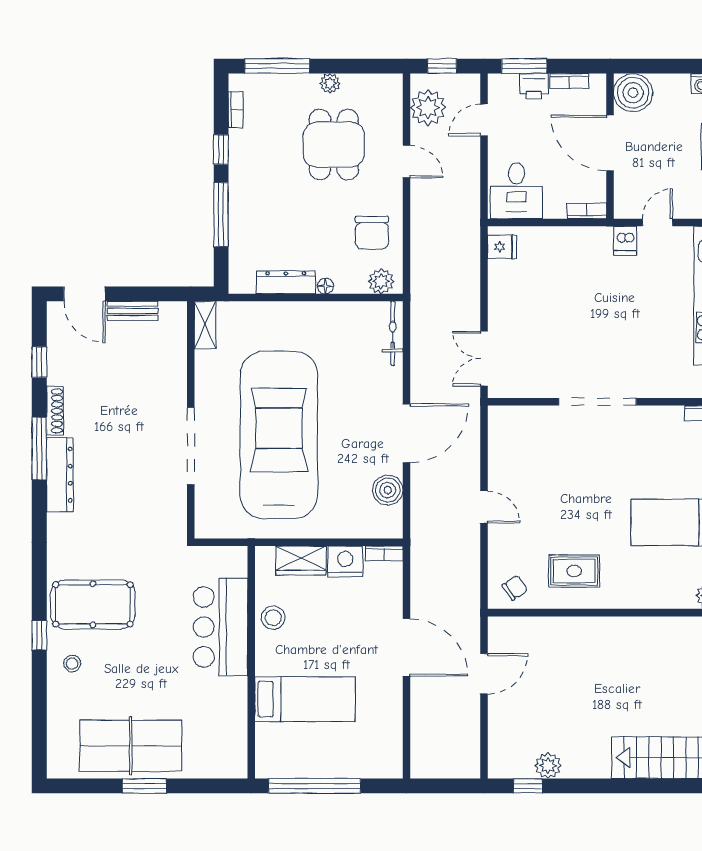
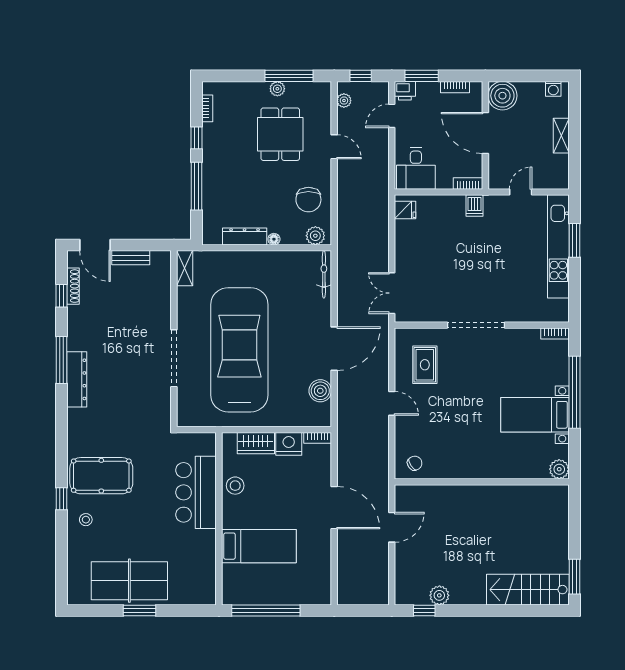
window: (277, 66) -> (289, 76), moved
printer: (534, 86) -> (405, 91), moved
plant: (428, 108) -> (344, 101), width x0.53, depth x0.53
dishwasher: (625, 241) -> (474, 206), moved
shoe rack: (55, 411) -> (73, 286), moved
rug: (574, 571) -> (425, 365), moved, turned 90

